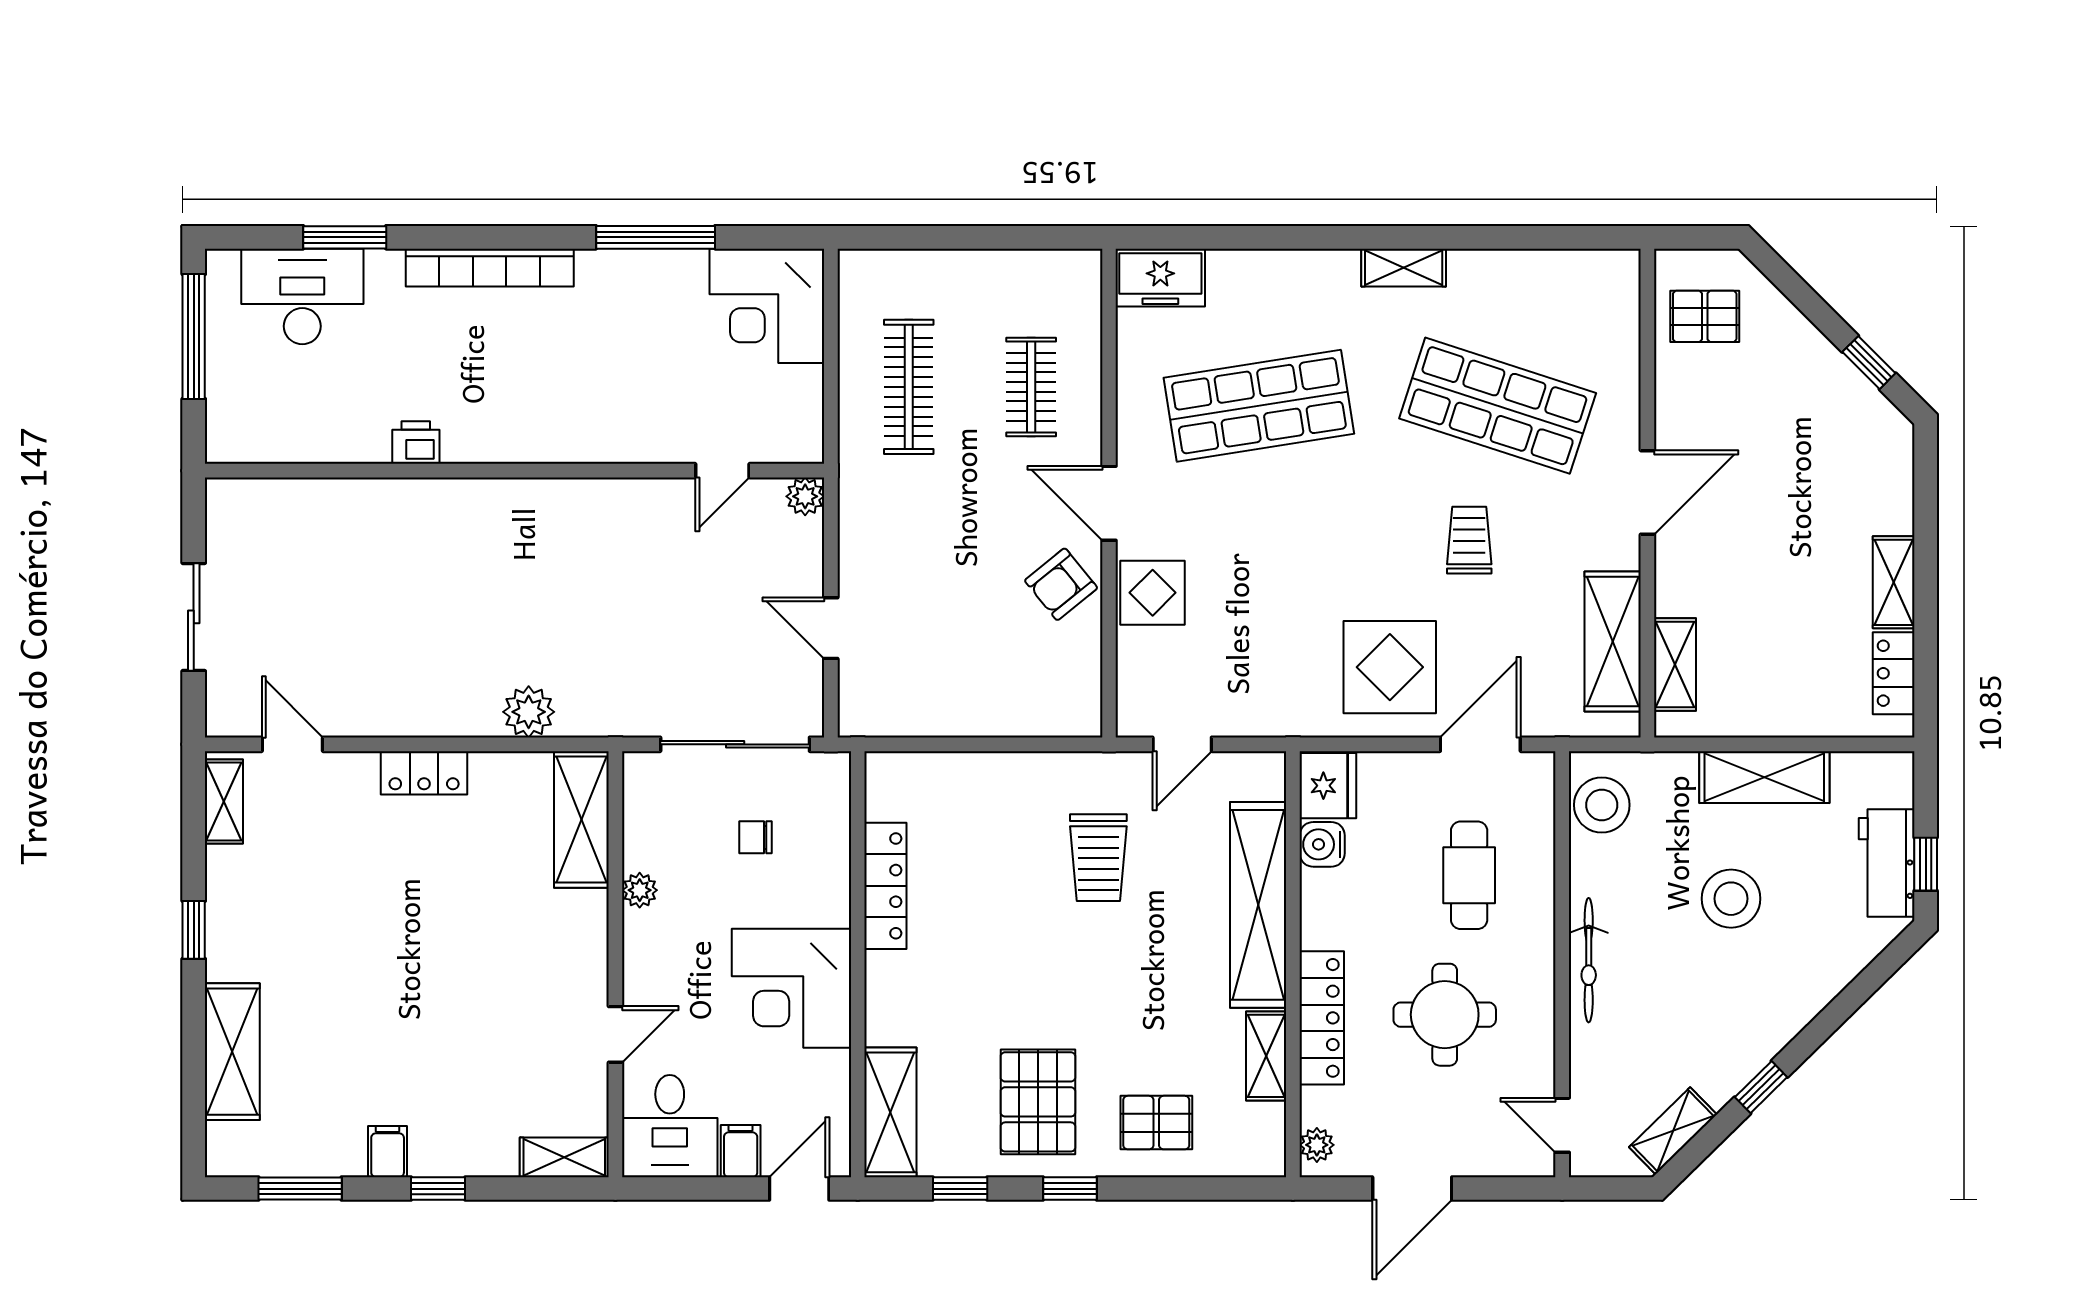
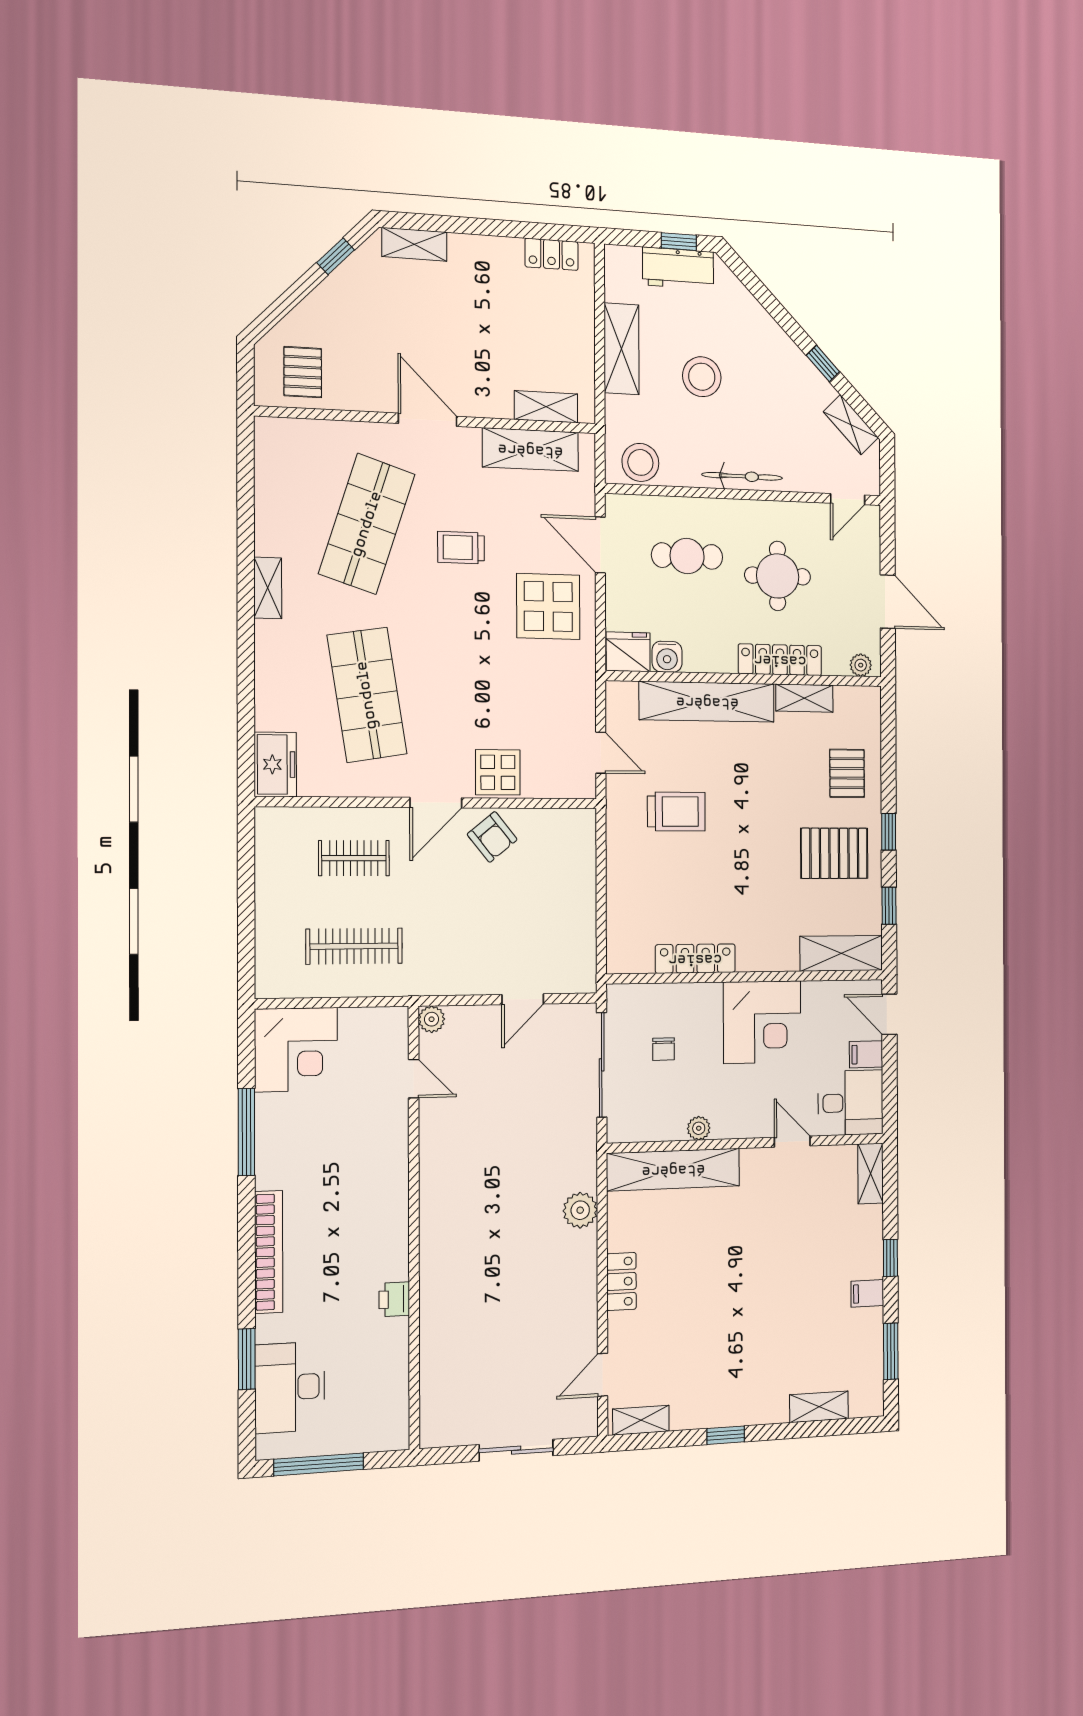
shelving: (1894, 582) -> (414, 244), moved
shelving: (581, 819) -> (673, 1170), width x1.47
shelving: (232, 1052) -> (819, 1407), width x0.67, depth x0.75

